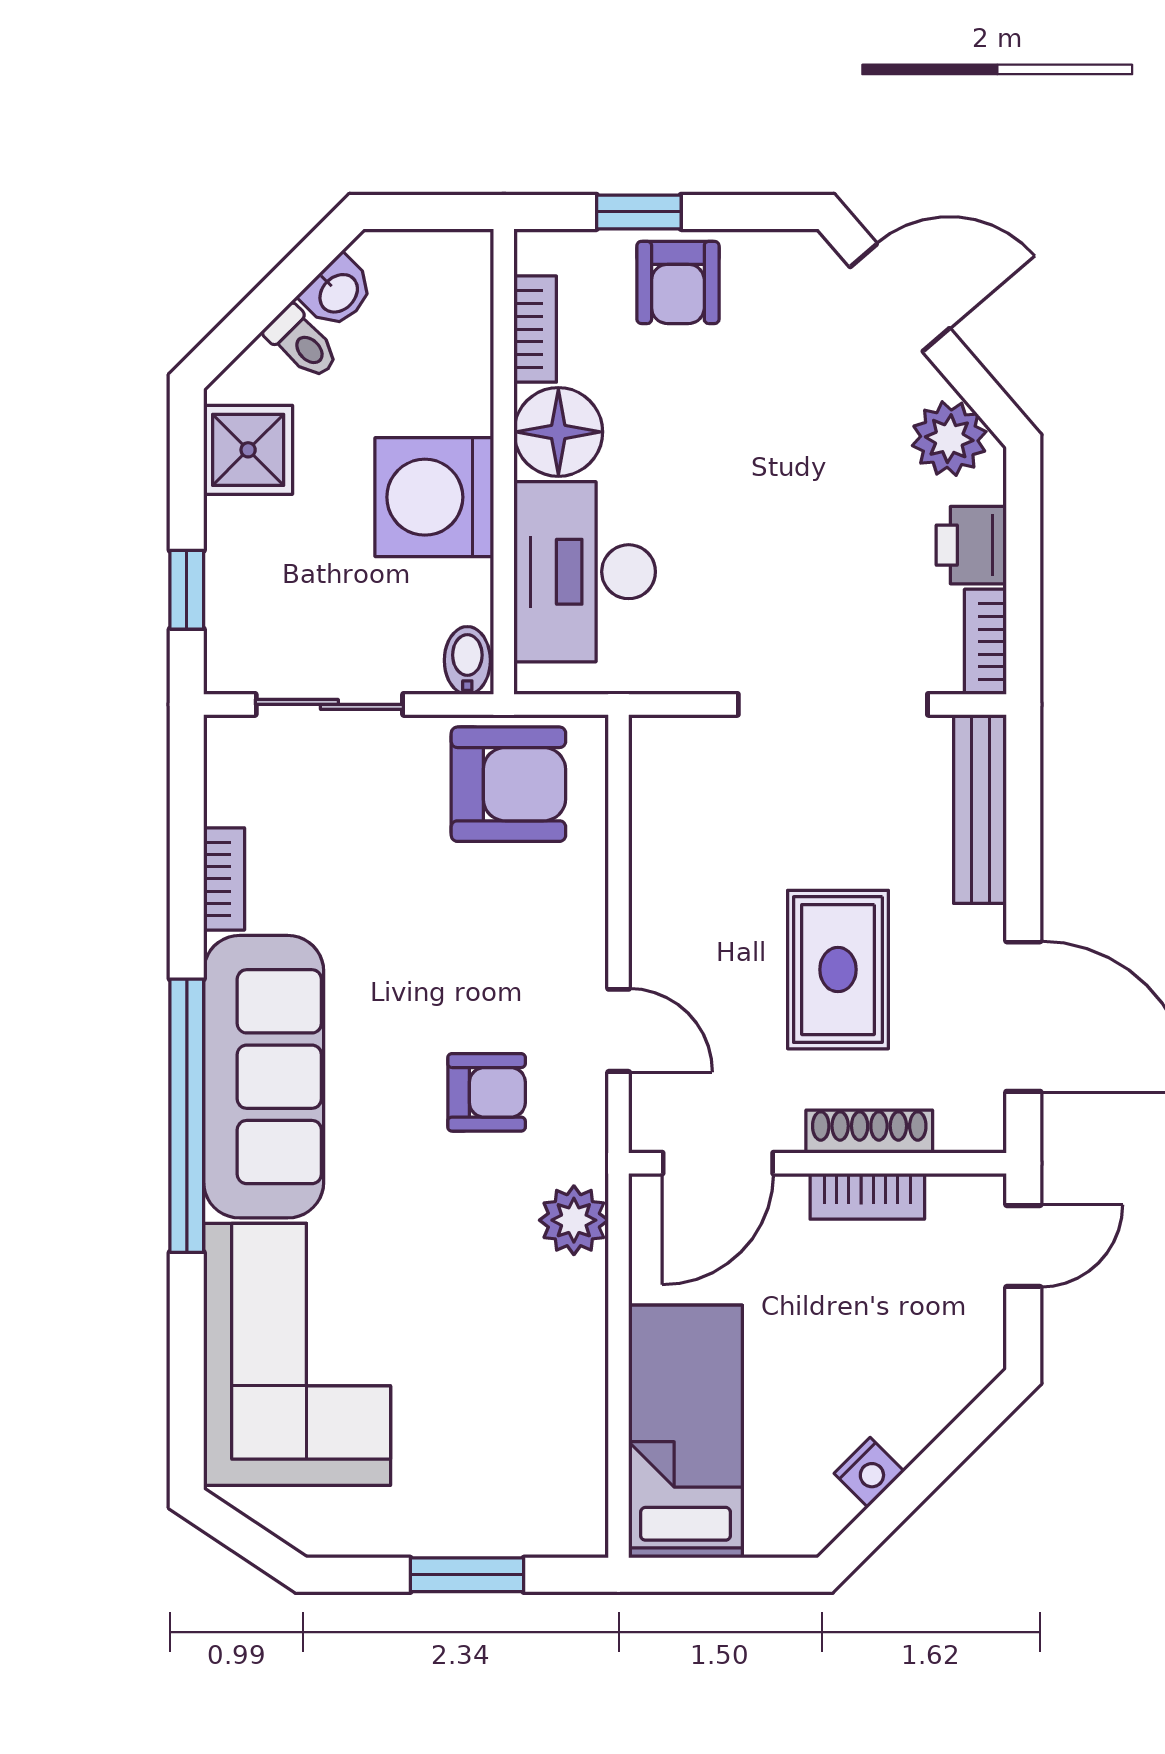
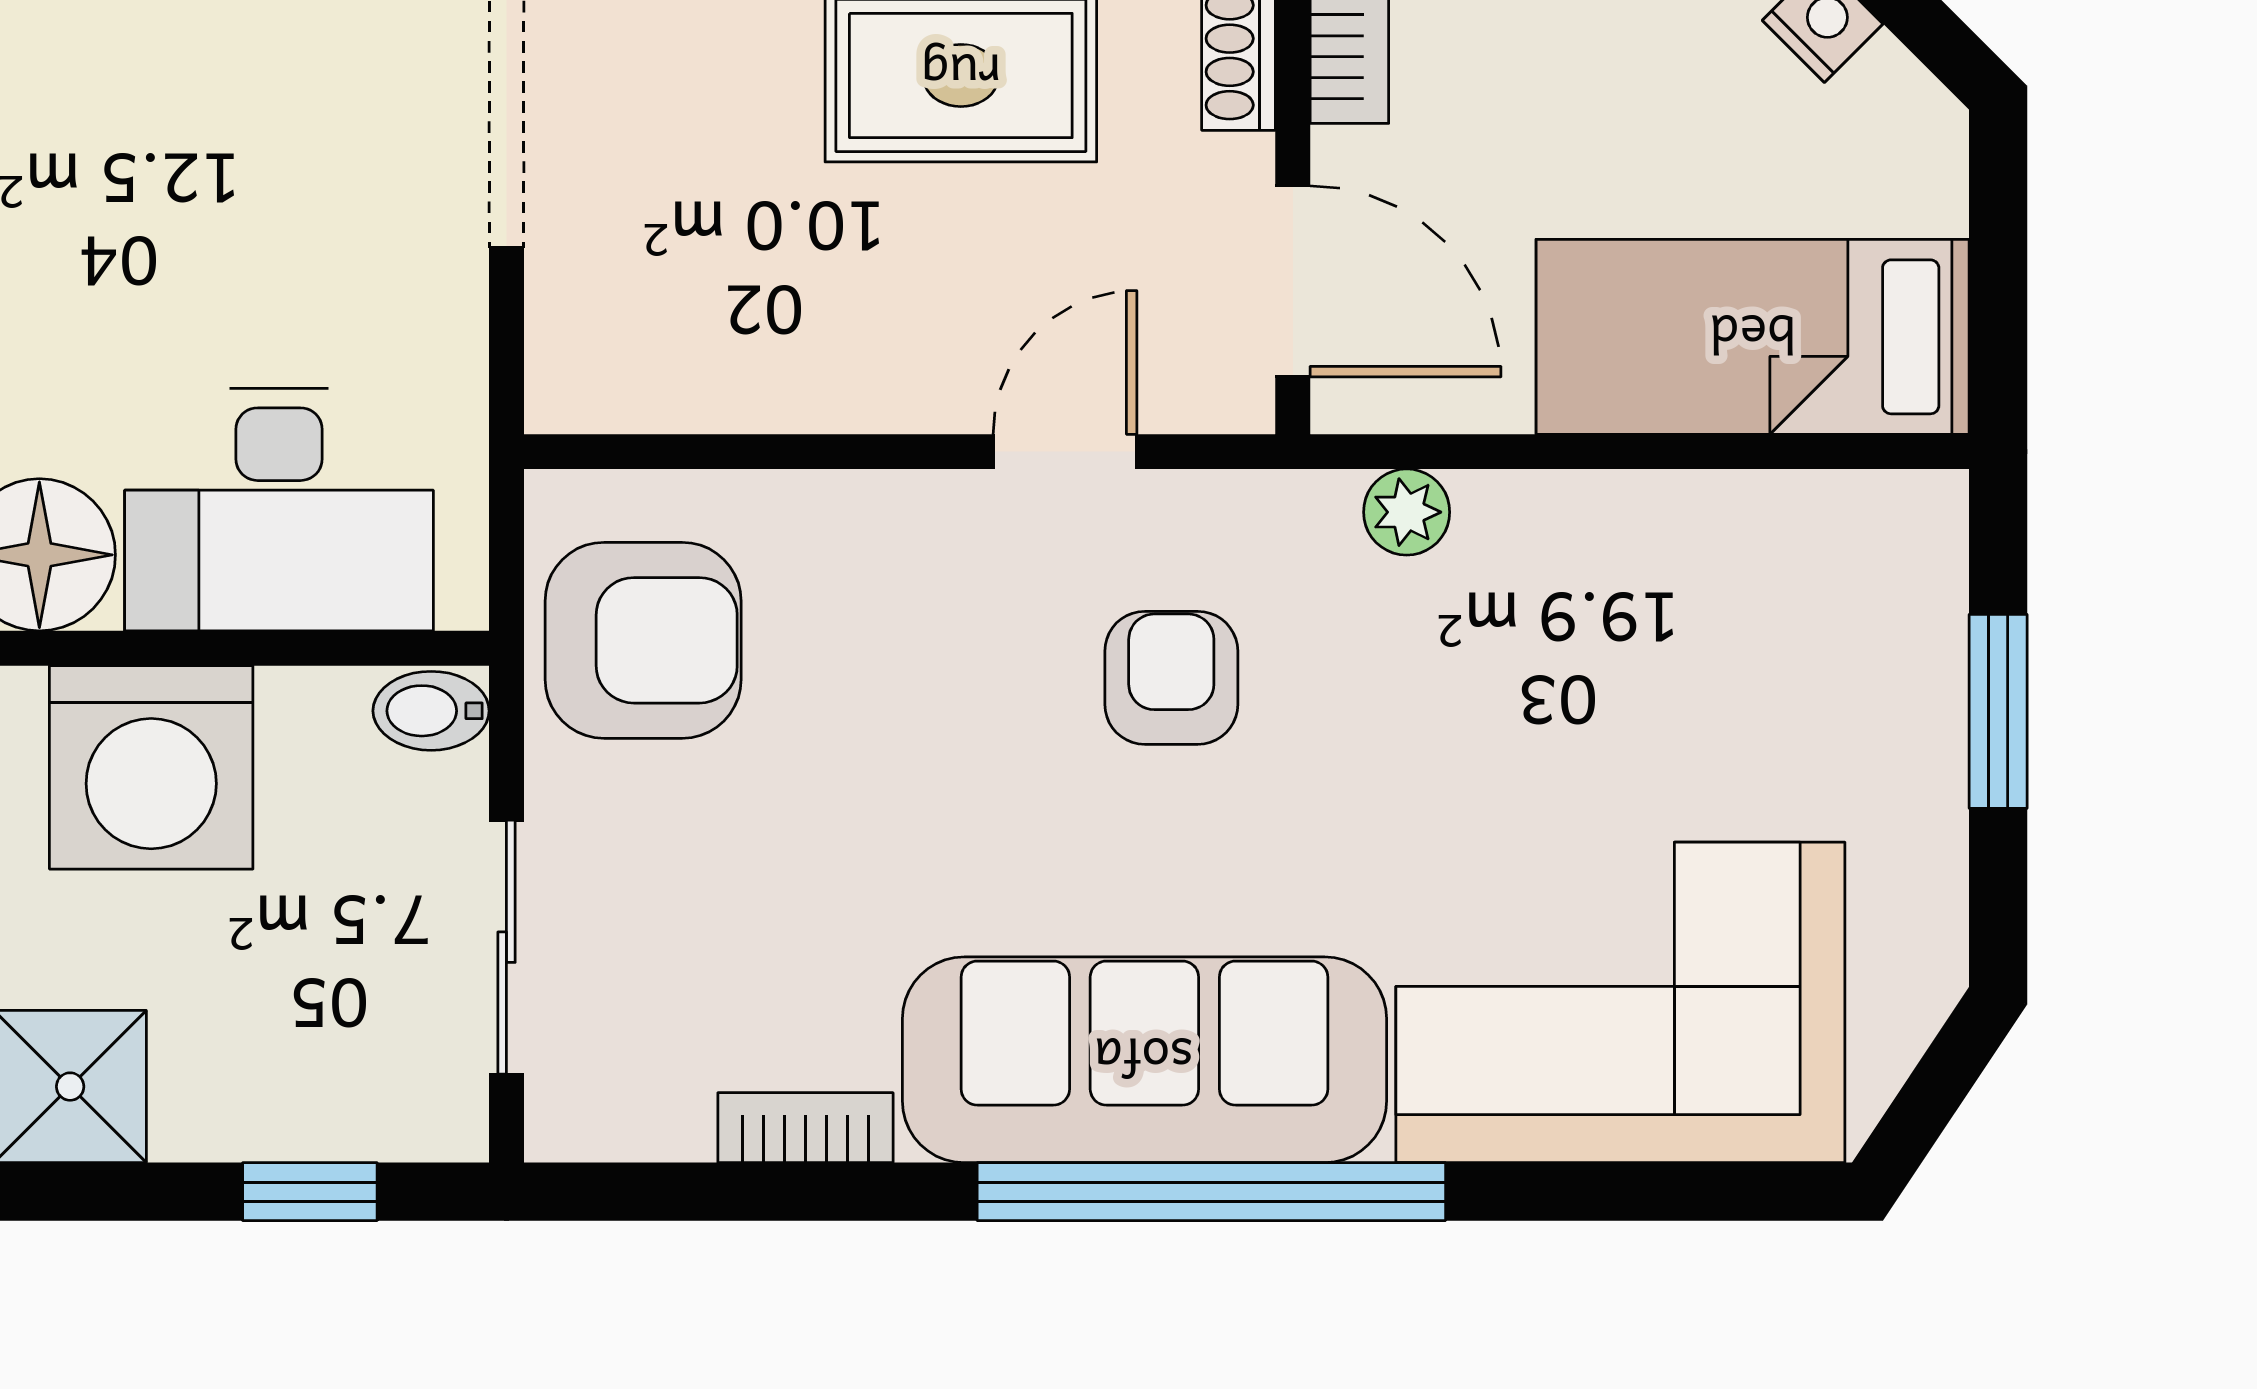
armchair: (508, 784) -> (643, 640), turned 90
plant: (574, 1220) -> (1407, 512), width x0.73, depth x0.73

